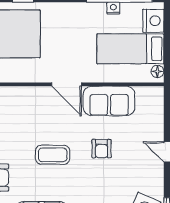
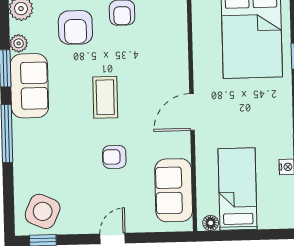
nightstand: (153, 21) -> (273, 216), removed
sofa: (109, 101) -> (174, 190), moved

